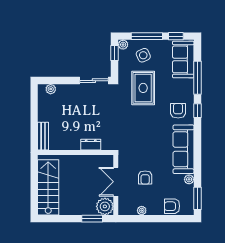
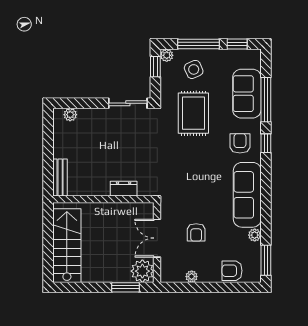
sofa: (183, 59) -> (247, 94), moved

